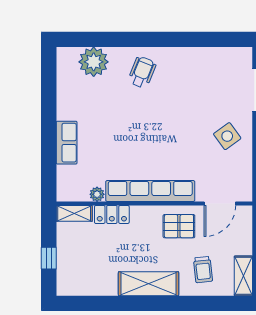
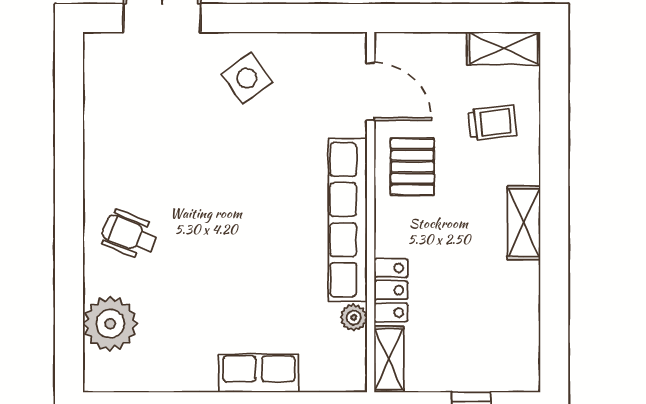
shelving: (149, 284) -> (524, 223), width x0.67, depth x0.75

